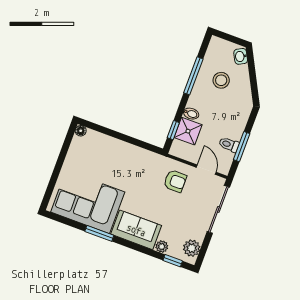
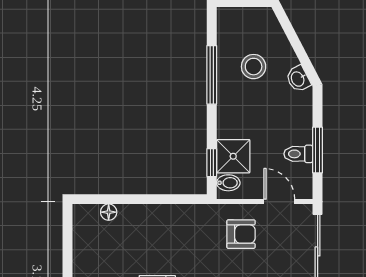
washbasin: (241, 56) -> (298, 79), moved
bidet: (191, 114) -> (228, 183), moved
floor lamp: (81, 131) -> (109, 212), moved

